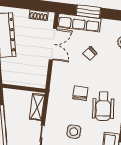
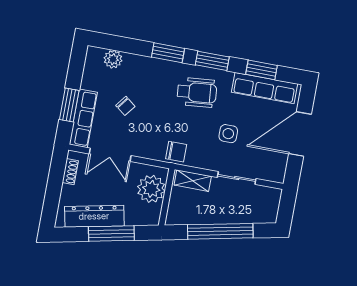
double door: (53, 44) -> (110, 155), swing flipped
plant: (29, 76) -> (151, 189), added
chair: (80, 93) -> (176, 152), moved, turned 180

